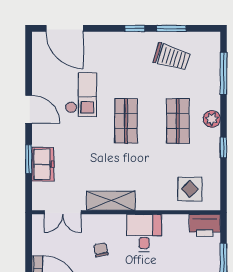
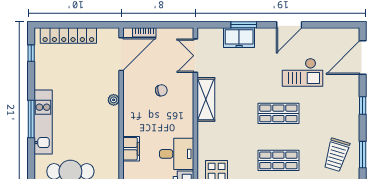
window: (135, 28) -> (363, 105), moved
desk: (144, 233) -> (177, 154), moved

